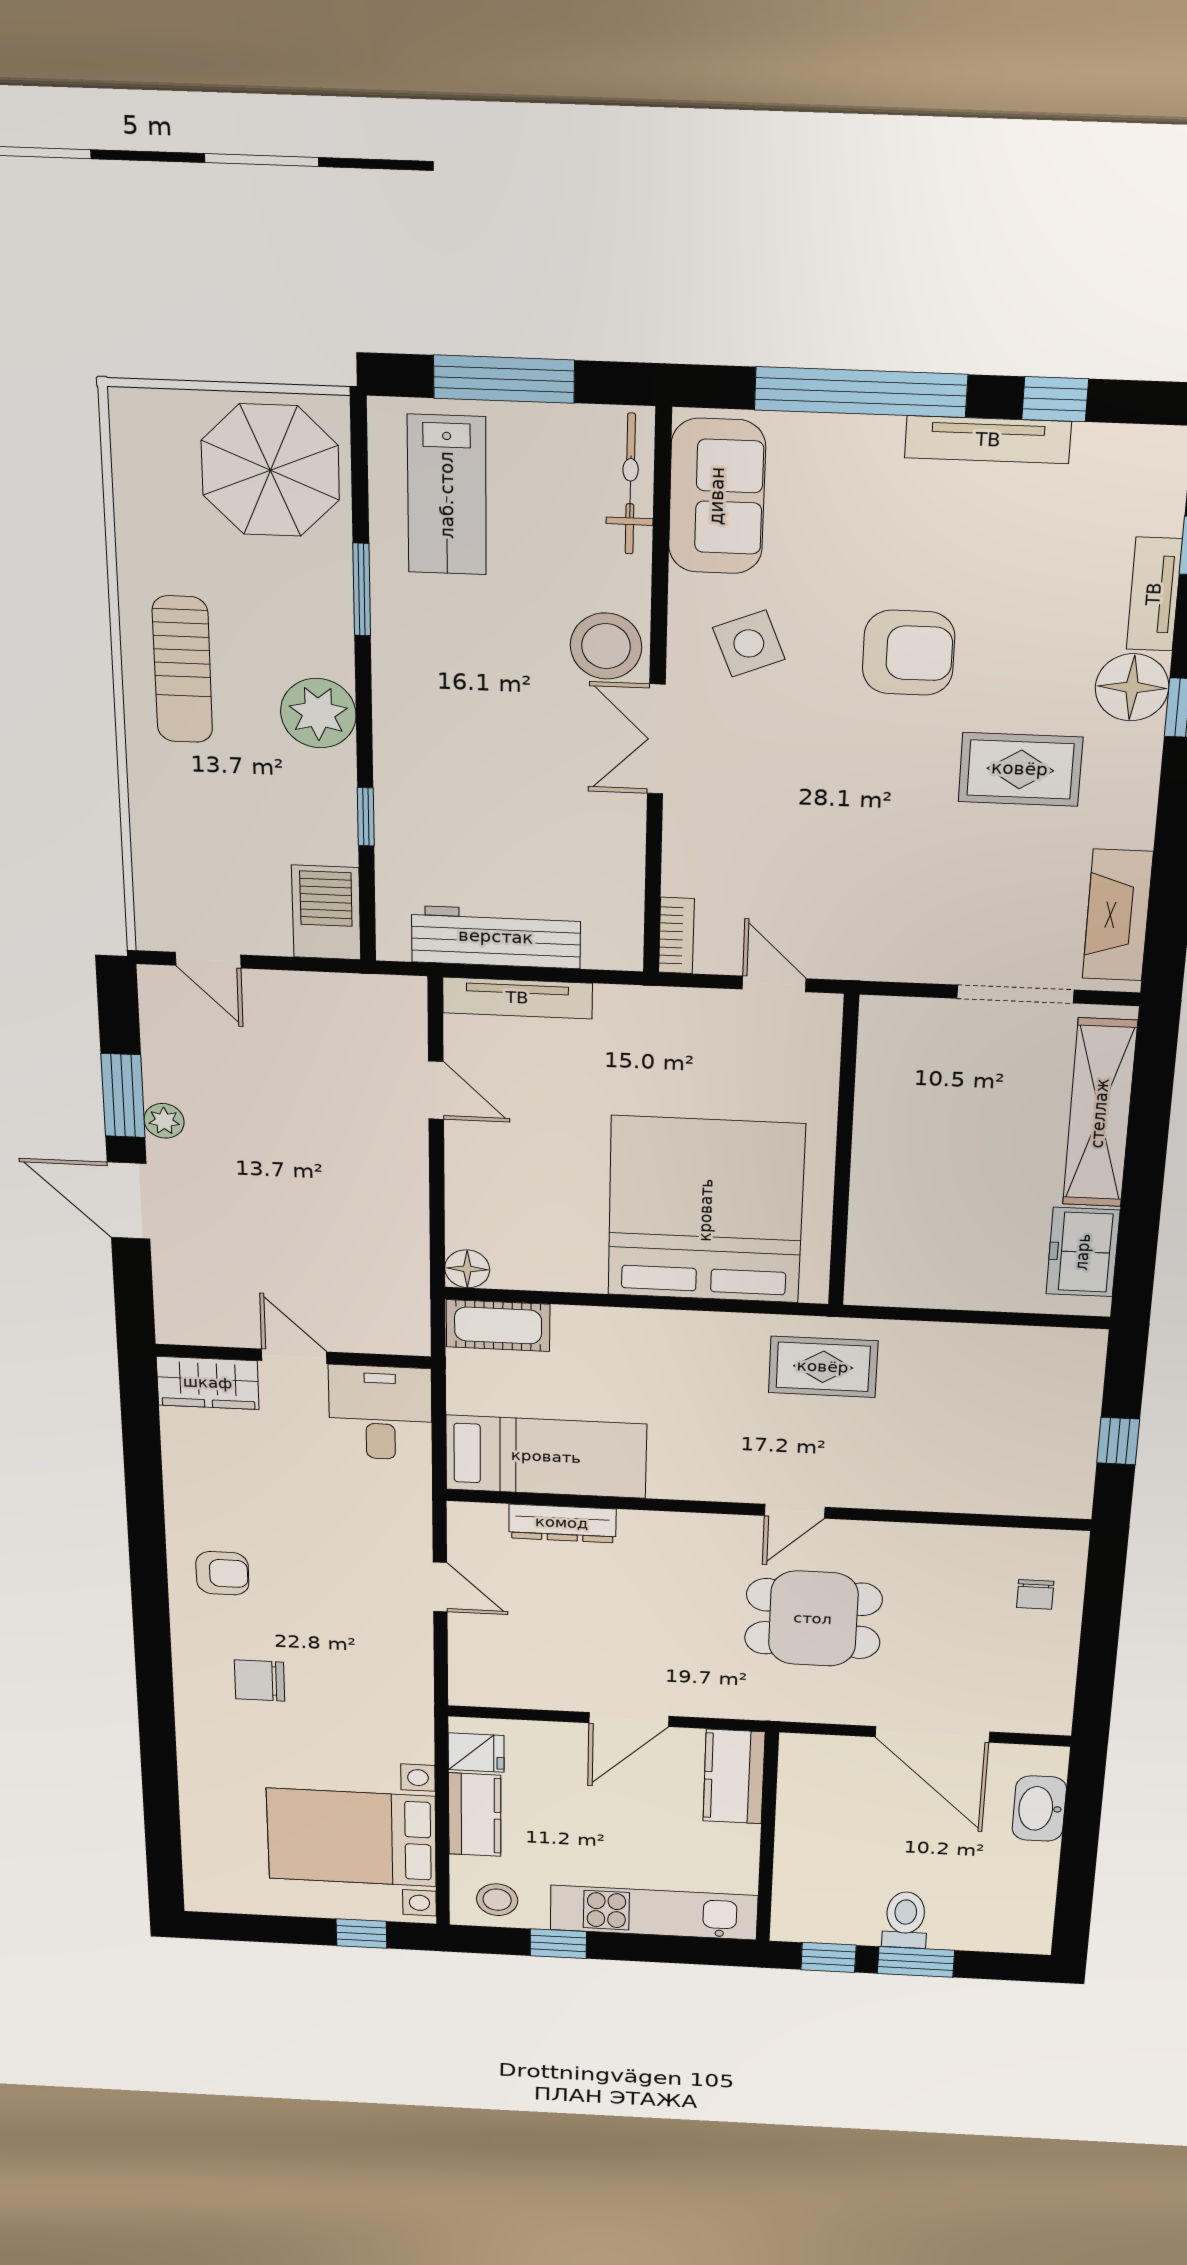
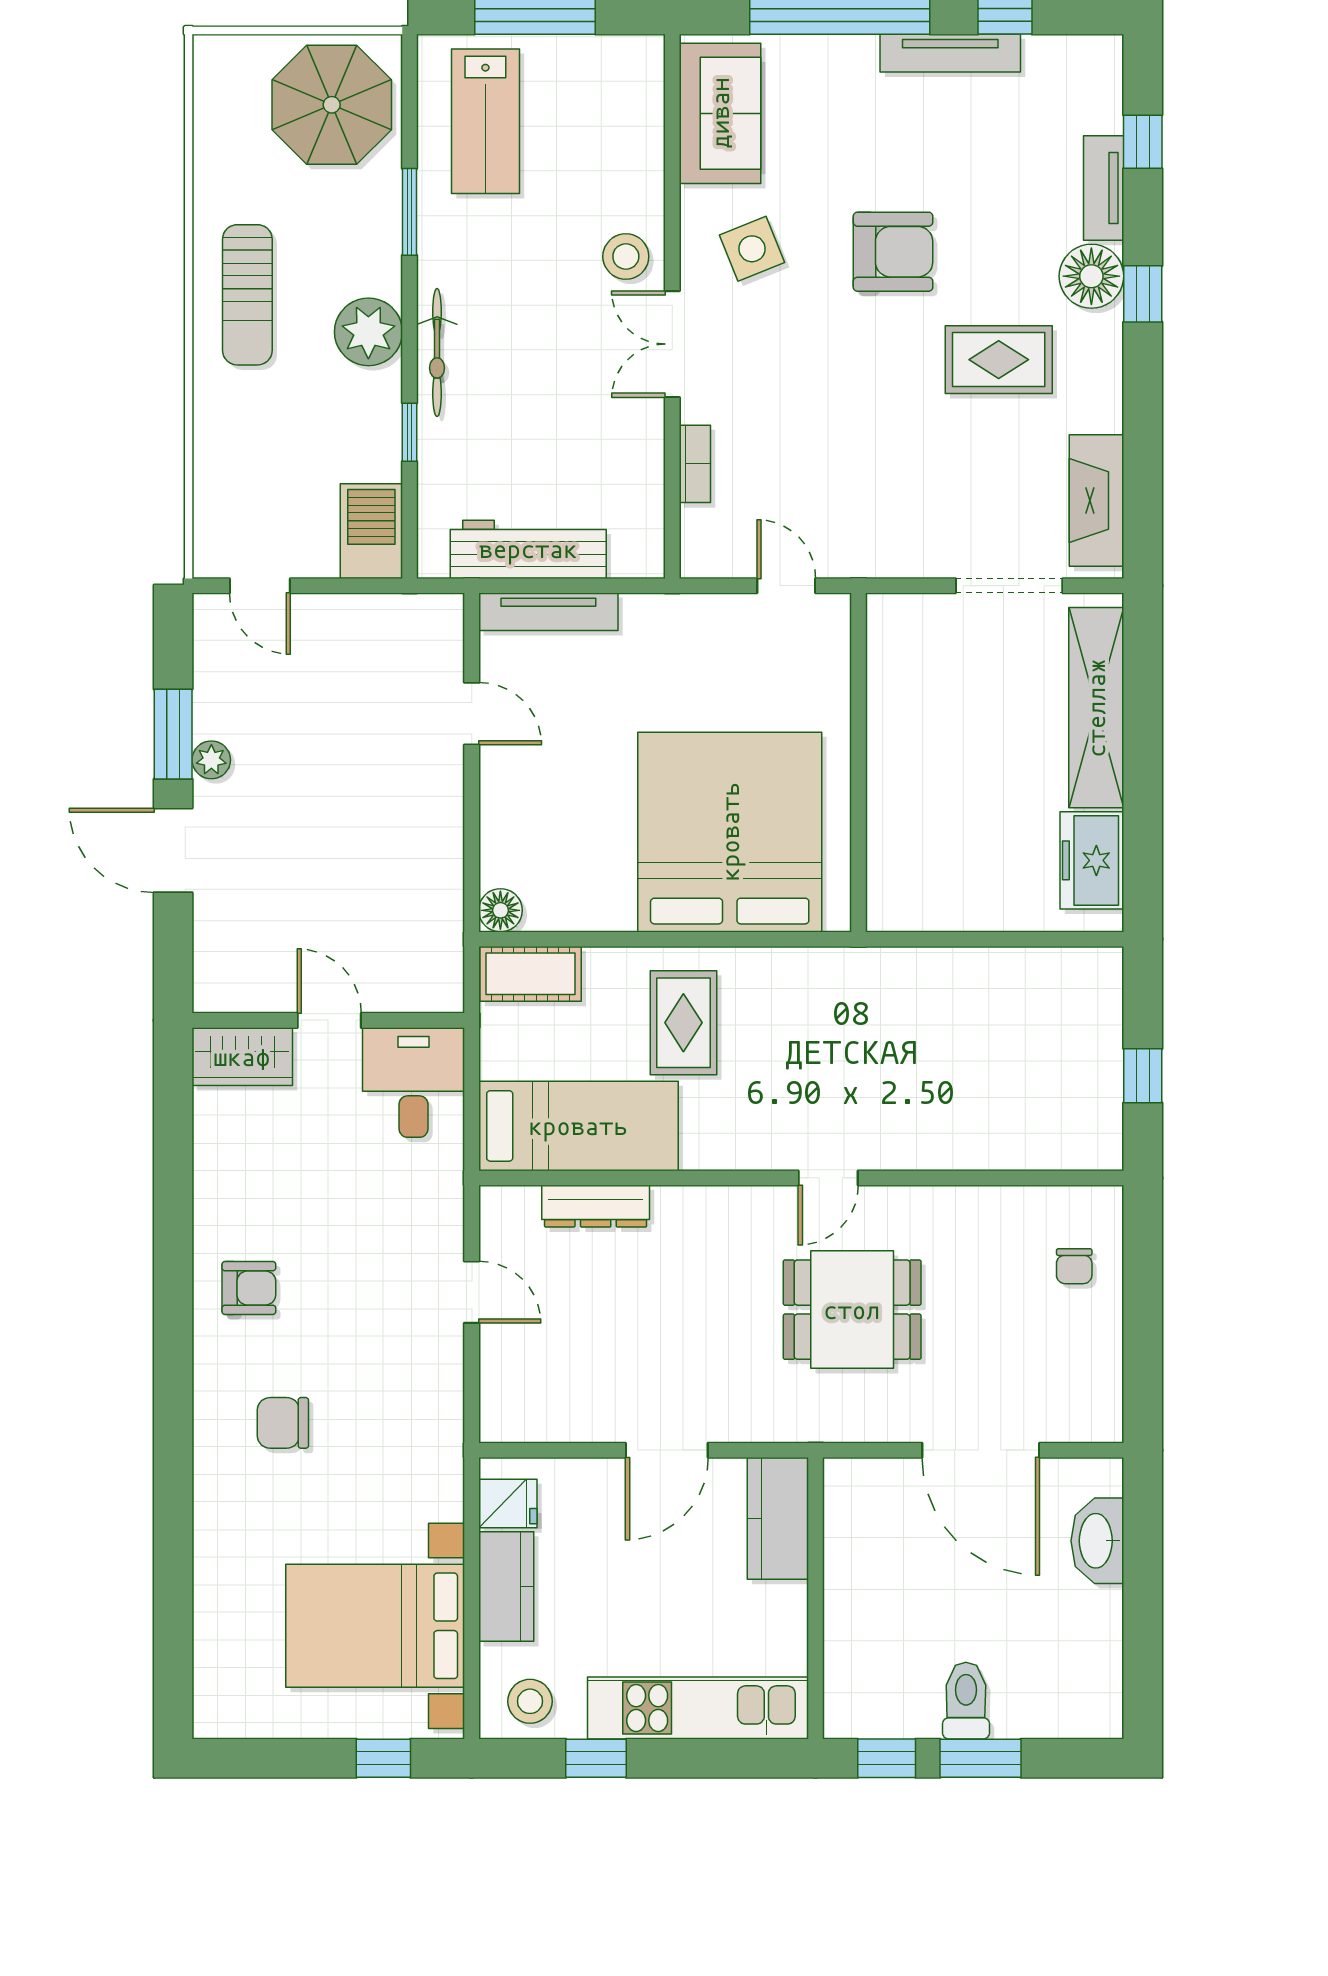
bicycle: (630, 484) -> (437, 353), moved, turned 180
stool: (606, 646) -> (626, 256), width x0.73, depth x0.73
bookcase: (676, 935) -> (695, 464), moved
rug: (823, 1367) -> (683, 1023), moved, turned 90

